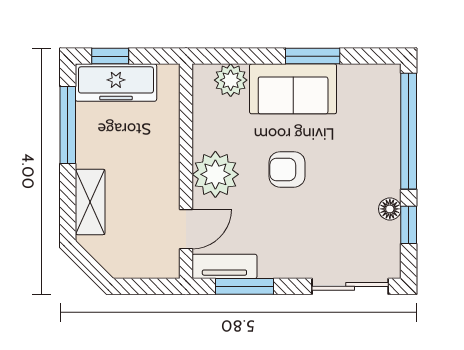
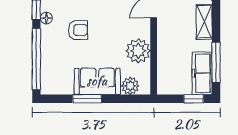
freezer: (116, 83) -> (202, 73), moved, turned -90
armchair: (287, 169) -> (78, 30), moved
plant: (215, 174) -> (138, 51), moved

